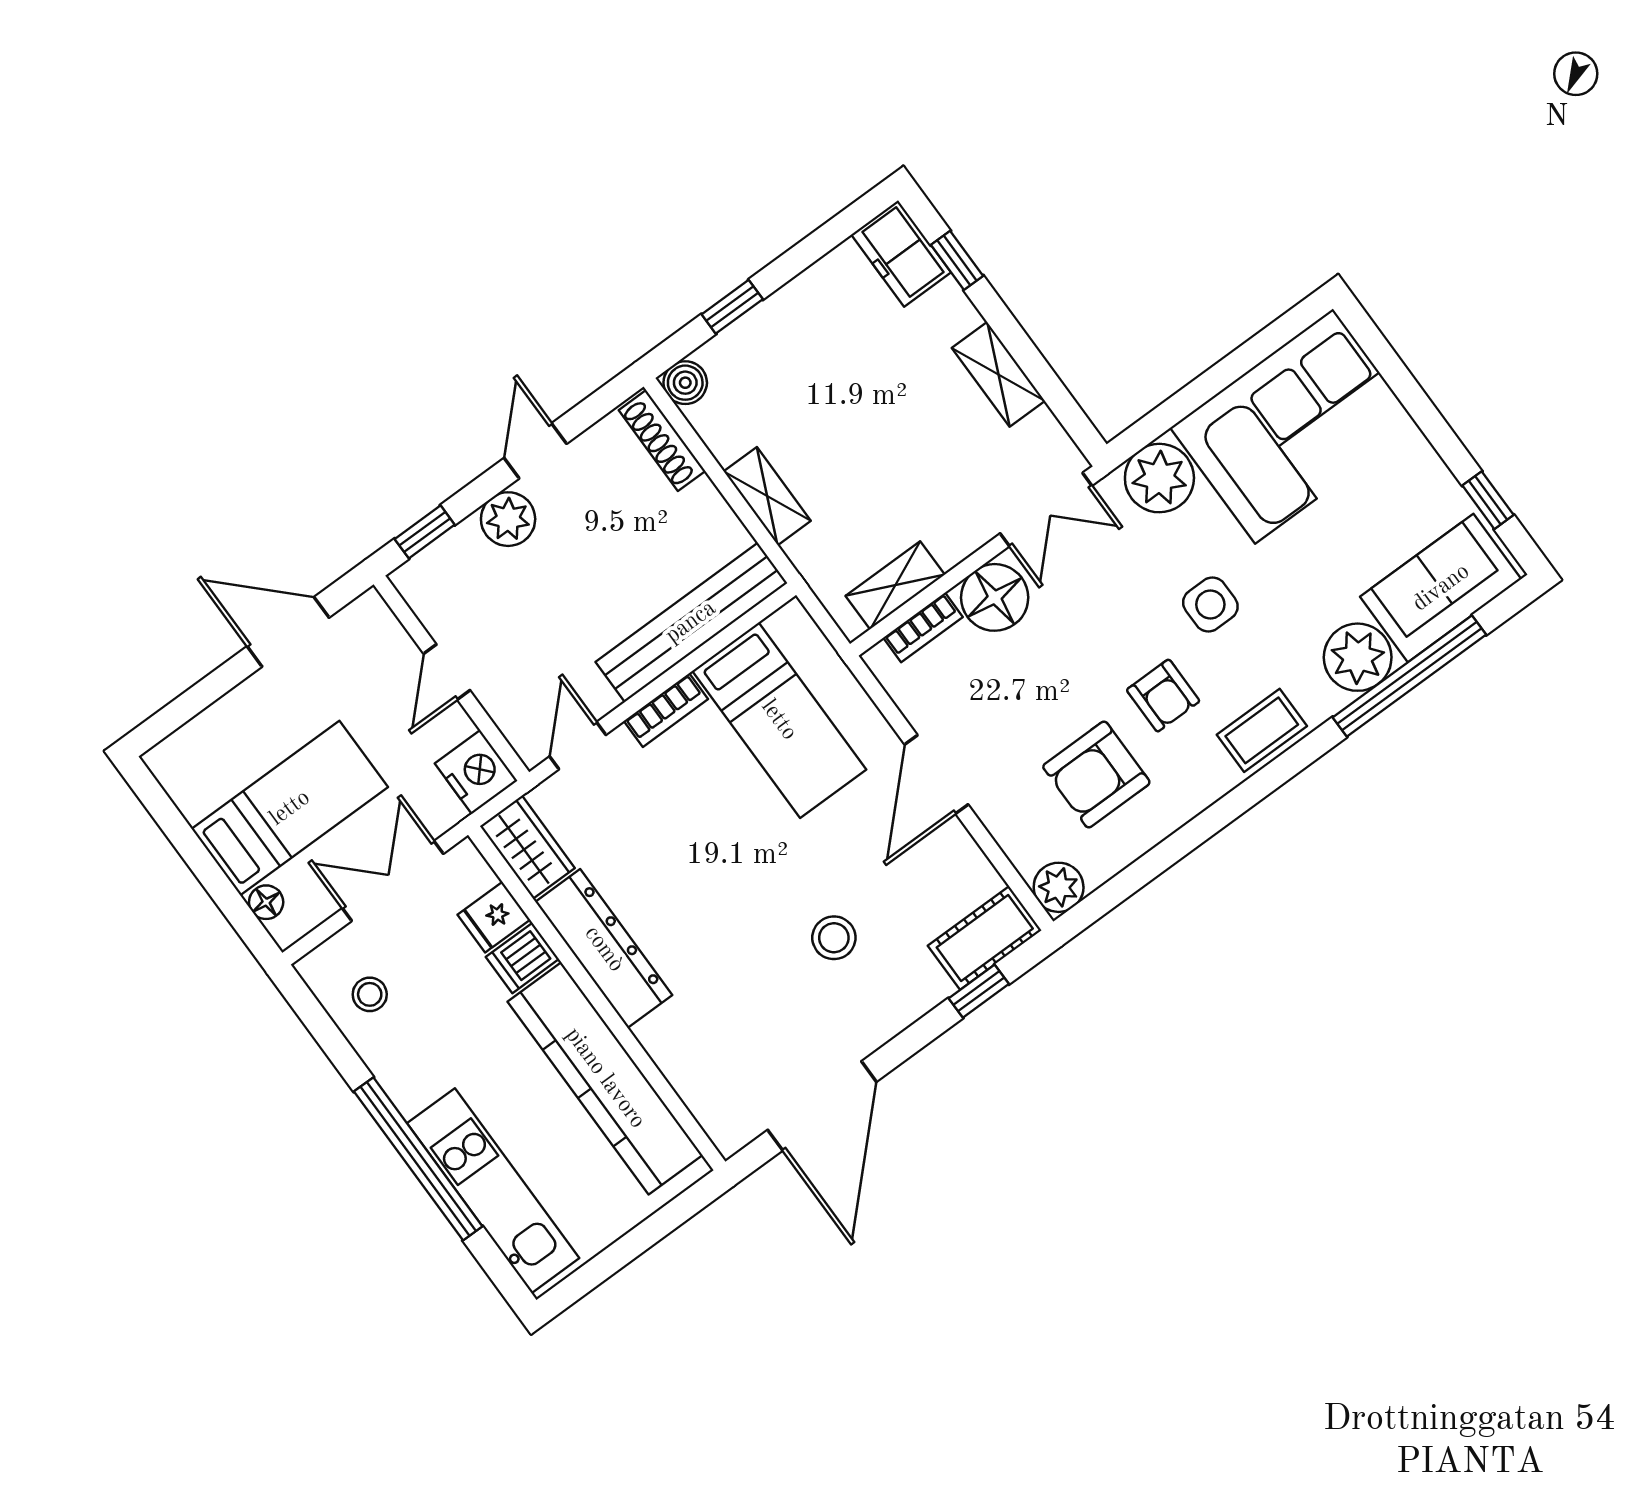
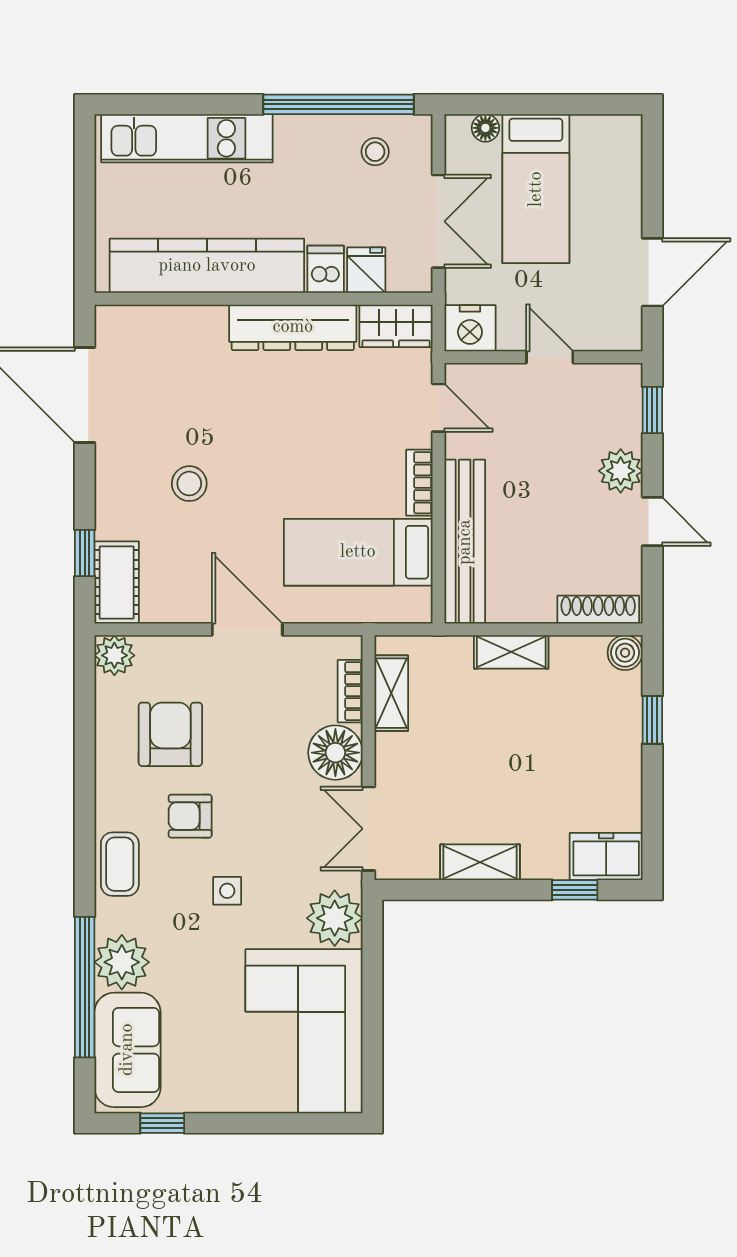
side table: (1210, 605) -> (227, 891), width x0.73, depth x0.73
window: (418, 1159) -> (339, 104), moved

